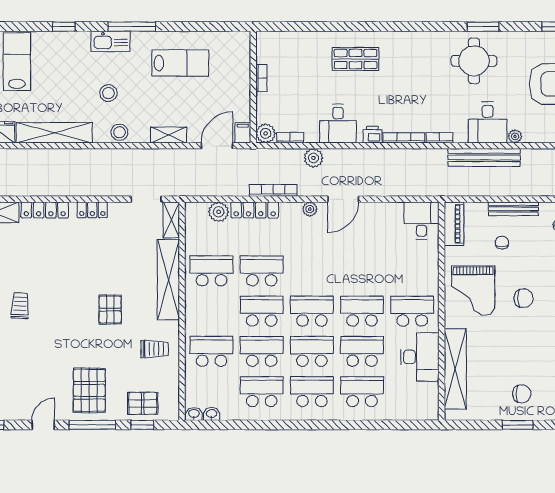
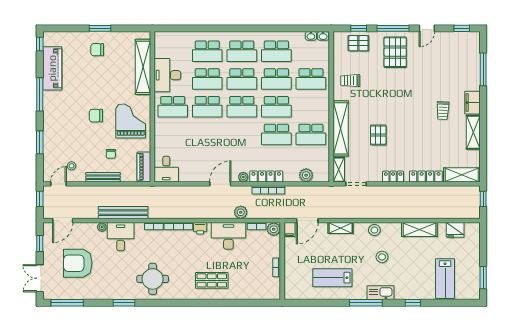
round table: (474, 61) -> (153, 279), moved
desk: (338, 124) -> (228, 236), width x1.37
shelving: (54, 133) -> (419, 230), width x0.68
locker: (255, 210) -> (266, 176), moved
pallet: (110, 310) -> (378, 135), moved

